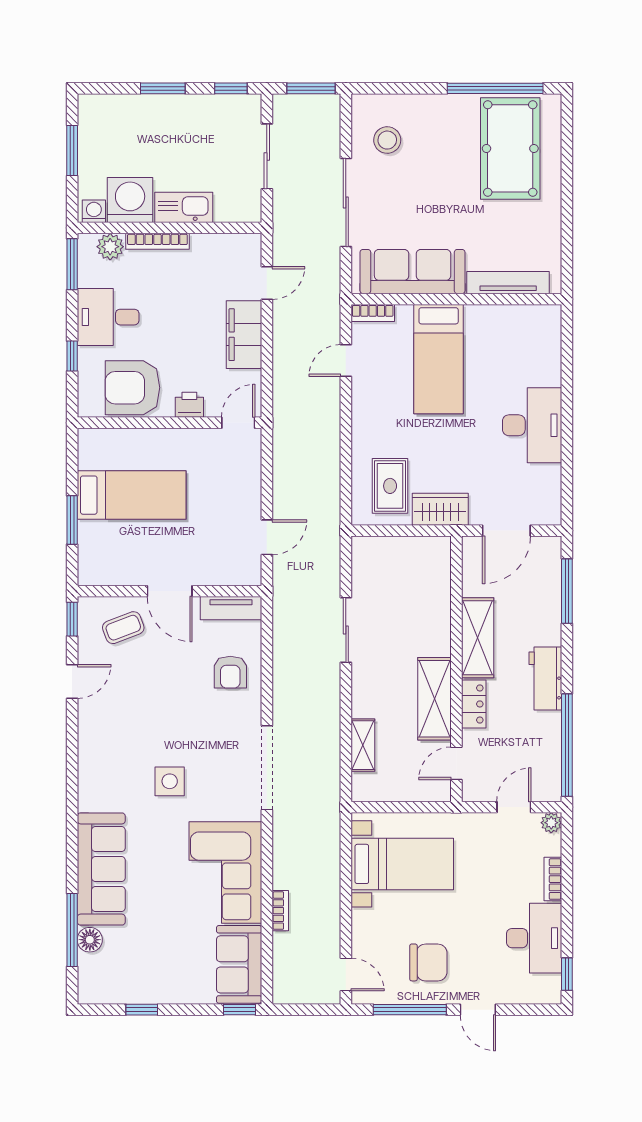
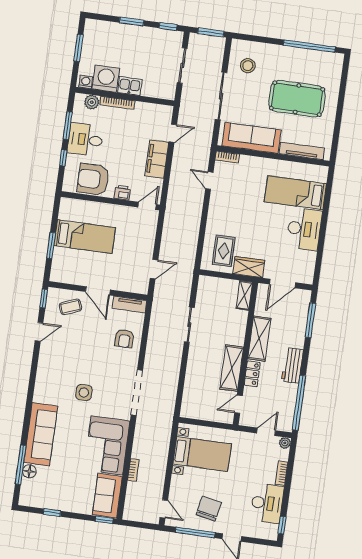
pool table: (510, 148) -> (297, 99), moved, turned 90
kitchen sink: (184, 207) -> (130, 86), width x0.73
window: (72, 264) -> (68, 126), moved
bed: (439, 359) -> (295, 193), moved, turned 90
door: (346, 361) -> (209, 181), hinge flipped
shelving: (363, 745) -> (244, 295), moved
chair: (428, 962) -> (209, 509), turned -79

